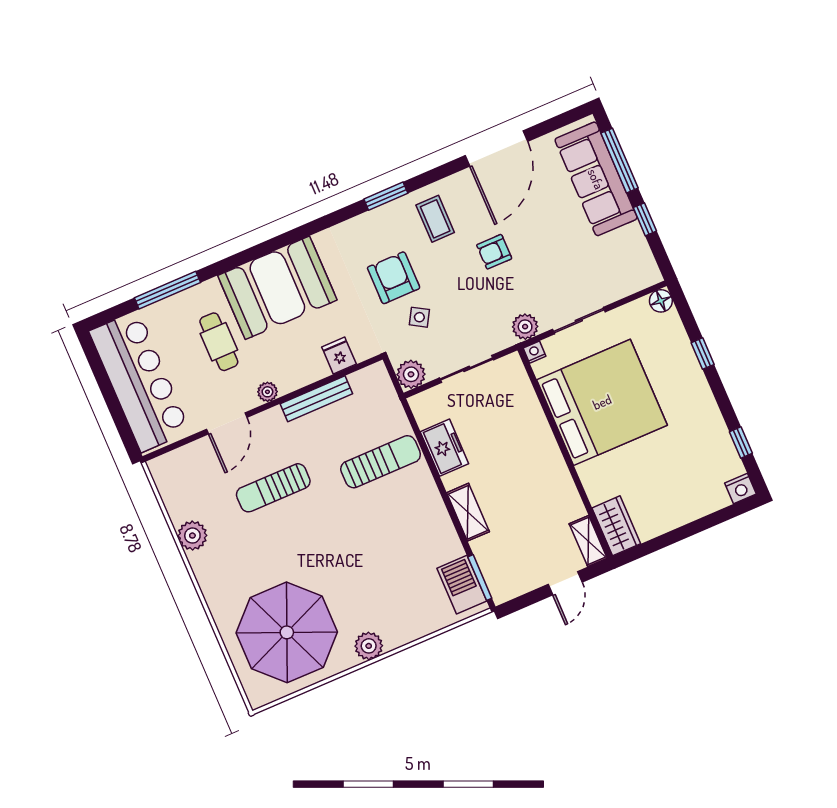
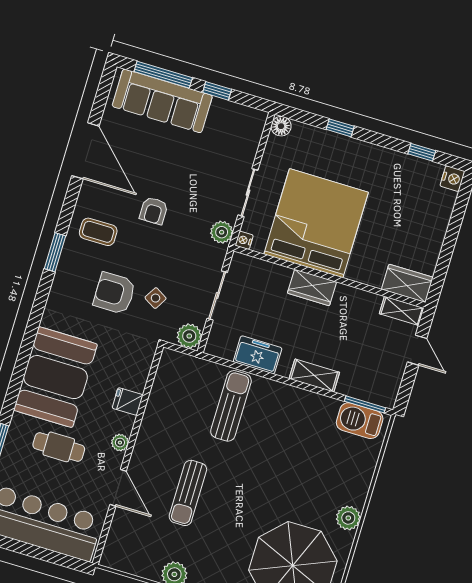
fridge: (339, 356) -> (128, 401), moved
bench: (316, 399) -> (152, 414), removed
wardrobe: (543, 446) -> (312, 288), added

